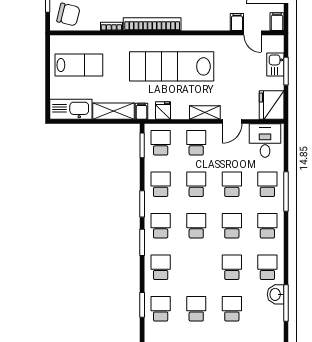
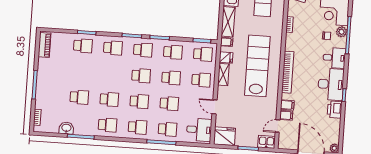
filing cabinet: (277, 22) -> (287, 105), moved
bookcase: (152, 24) -> (288, 72), moved
kitchen sink: (275, 65) -> (266, 142), moved
shelving: (205, 113) -> (223, 75), moved
washbasin: (276, 294) -> (66, 128), moved
school desk: (196, 309) -> (81, 71), removed

